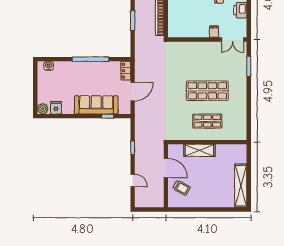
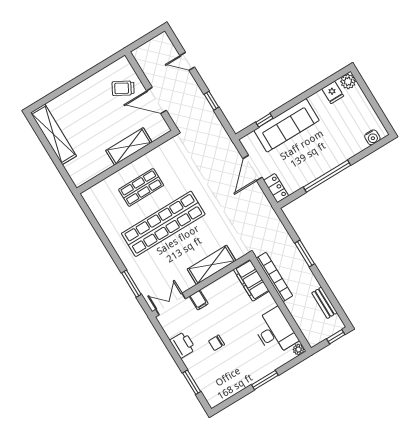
filing cabinet: (175, 24) -> (251, 280), added
shelving: (193, 48) -> (212, 265), added
shop shelf: (207, 91) -> (163, 224), width x1.40

